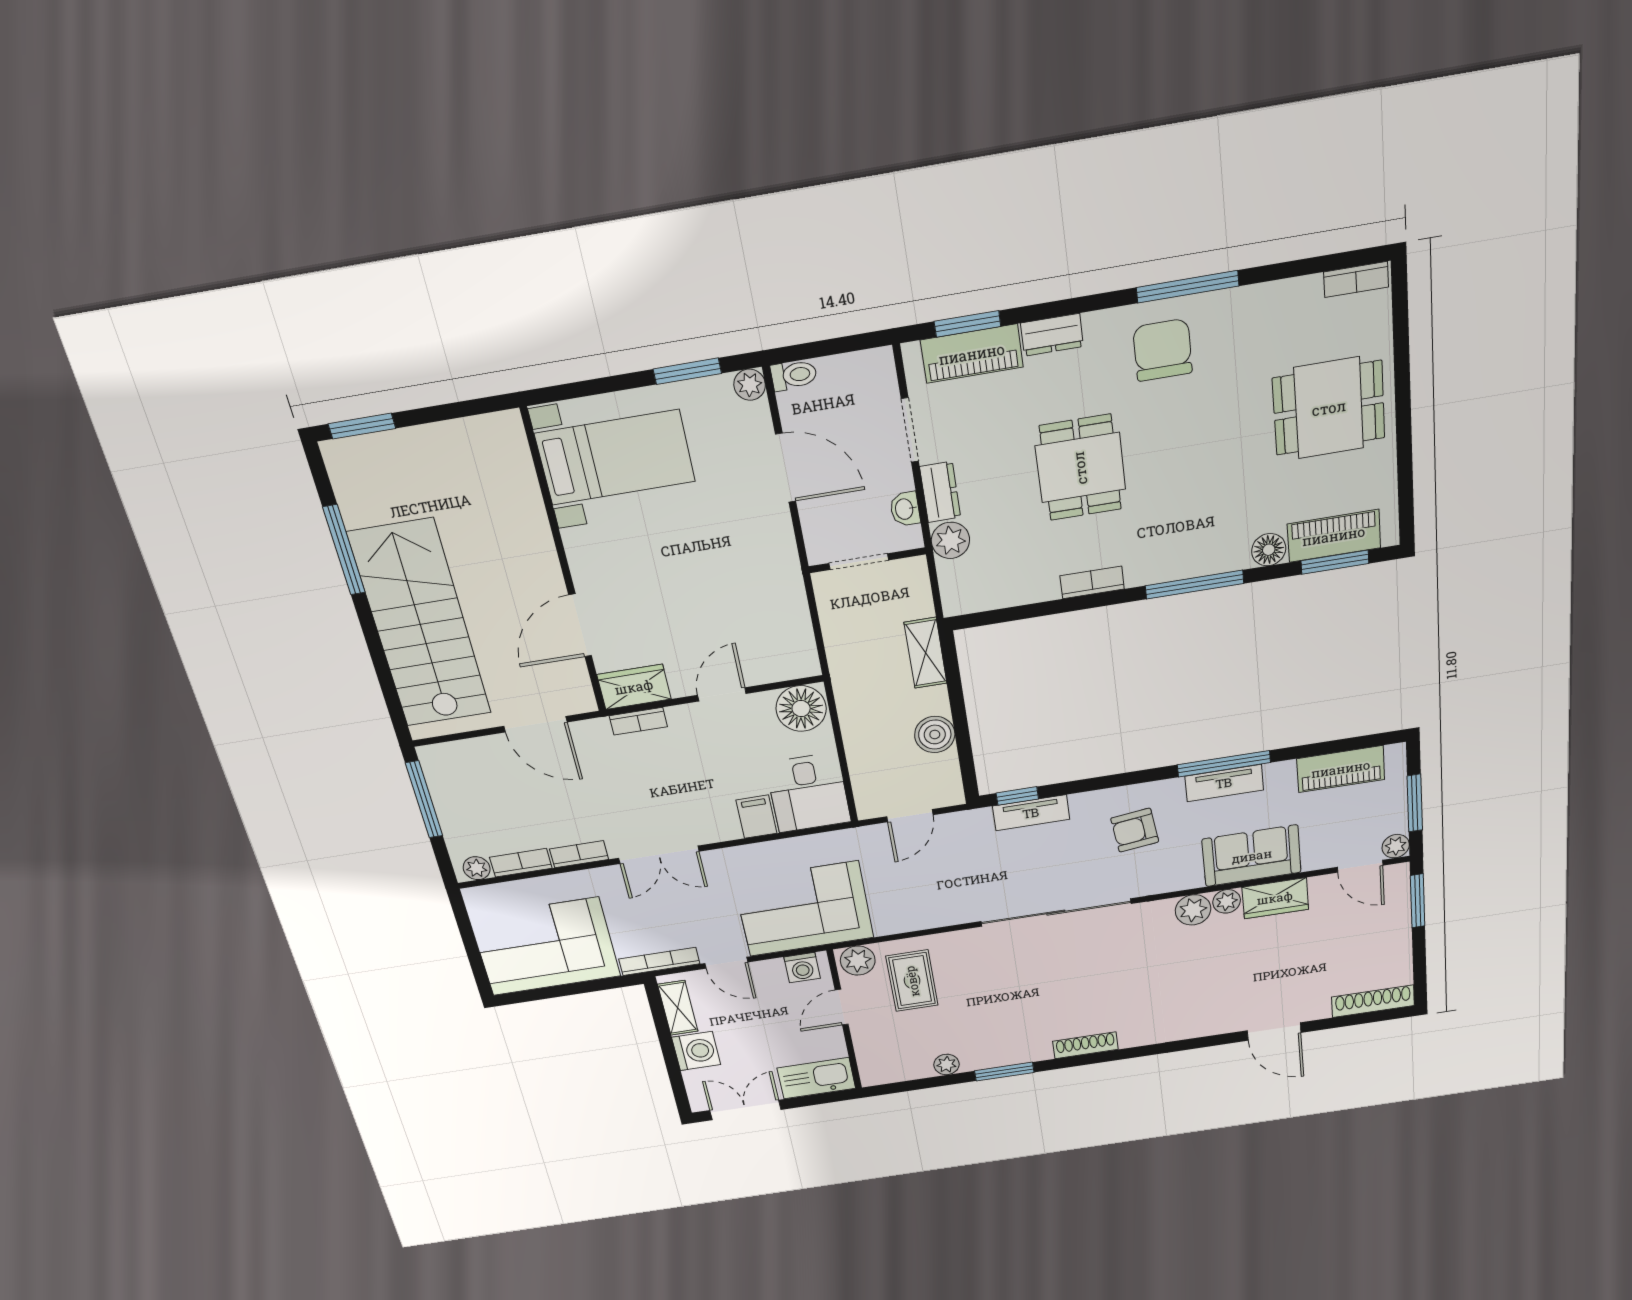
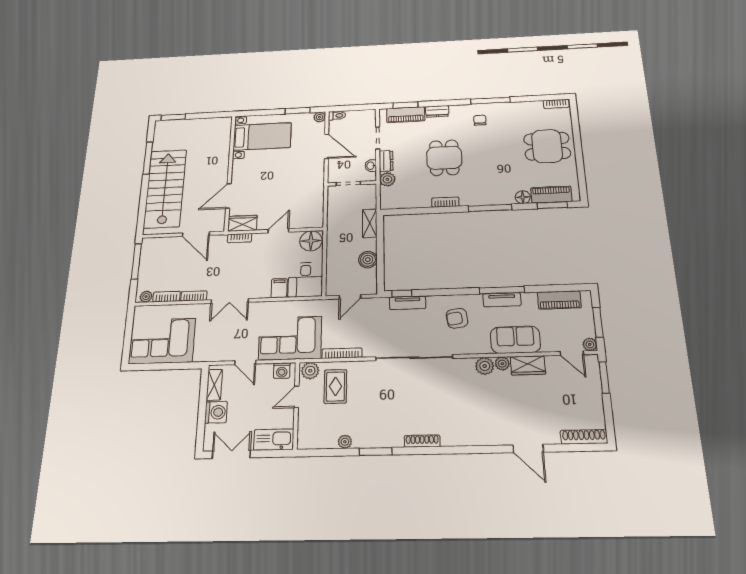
chair: (1163, 350) -> (480, 120), width x0.54, depth x0.54
bookcase: (659, 961) -> (342, 353), moved

